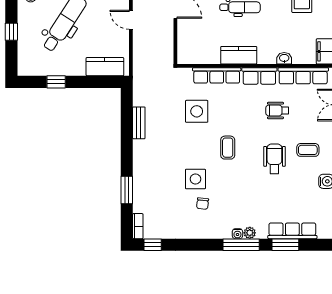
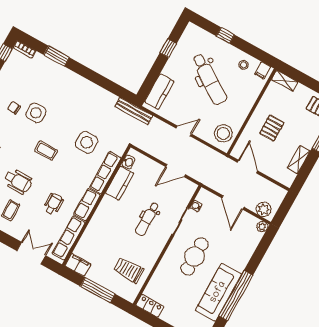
kitchen counter: (239, 55) -> (120, 183), moved
washbasin: (284, 58) -> (128, 162), moved
bench: (139, 123) -> (134, 111), moved, width x1.36

